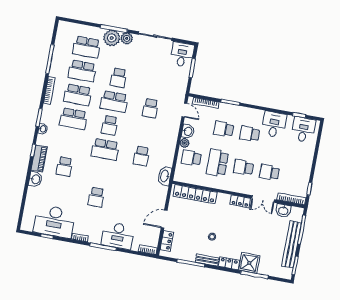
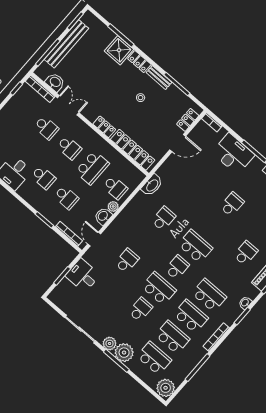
plant: (65, 30) -> (166, 388), added
desk: (182, 55) -> (83, 275), moved, turned 90
locker: (240, 201) -> (104, 127), moved

